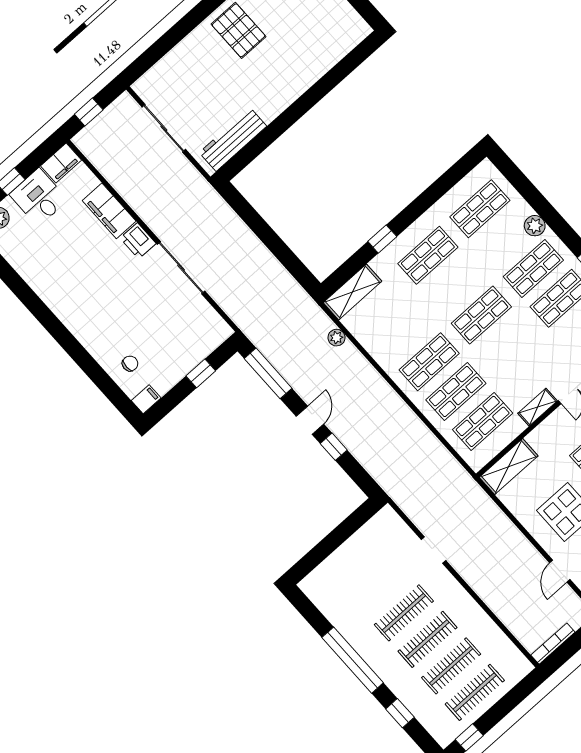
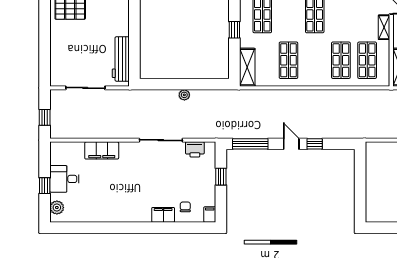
filing cabinet: (61, 163) -> (163, 215), moved, turned -90
printer: (138, 241) -> (195, 149), moved
plant: (336, 338) -> (184, 95), moved
shop shelf: (429, 362) -> (288, 60), moved

